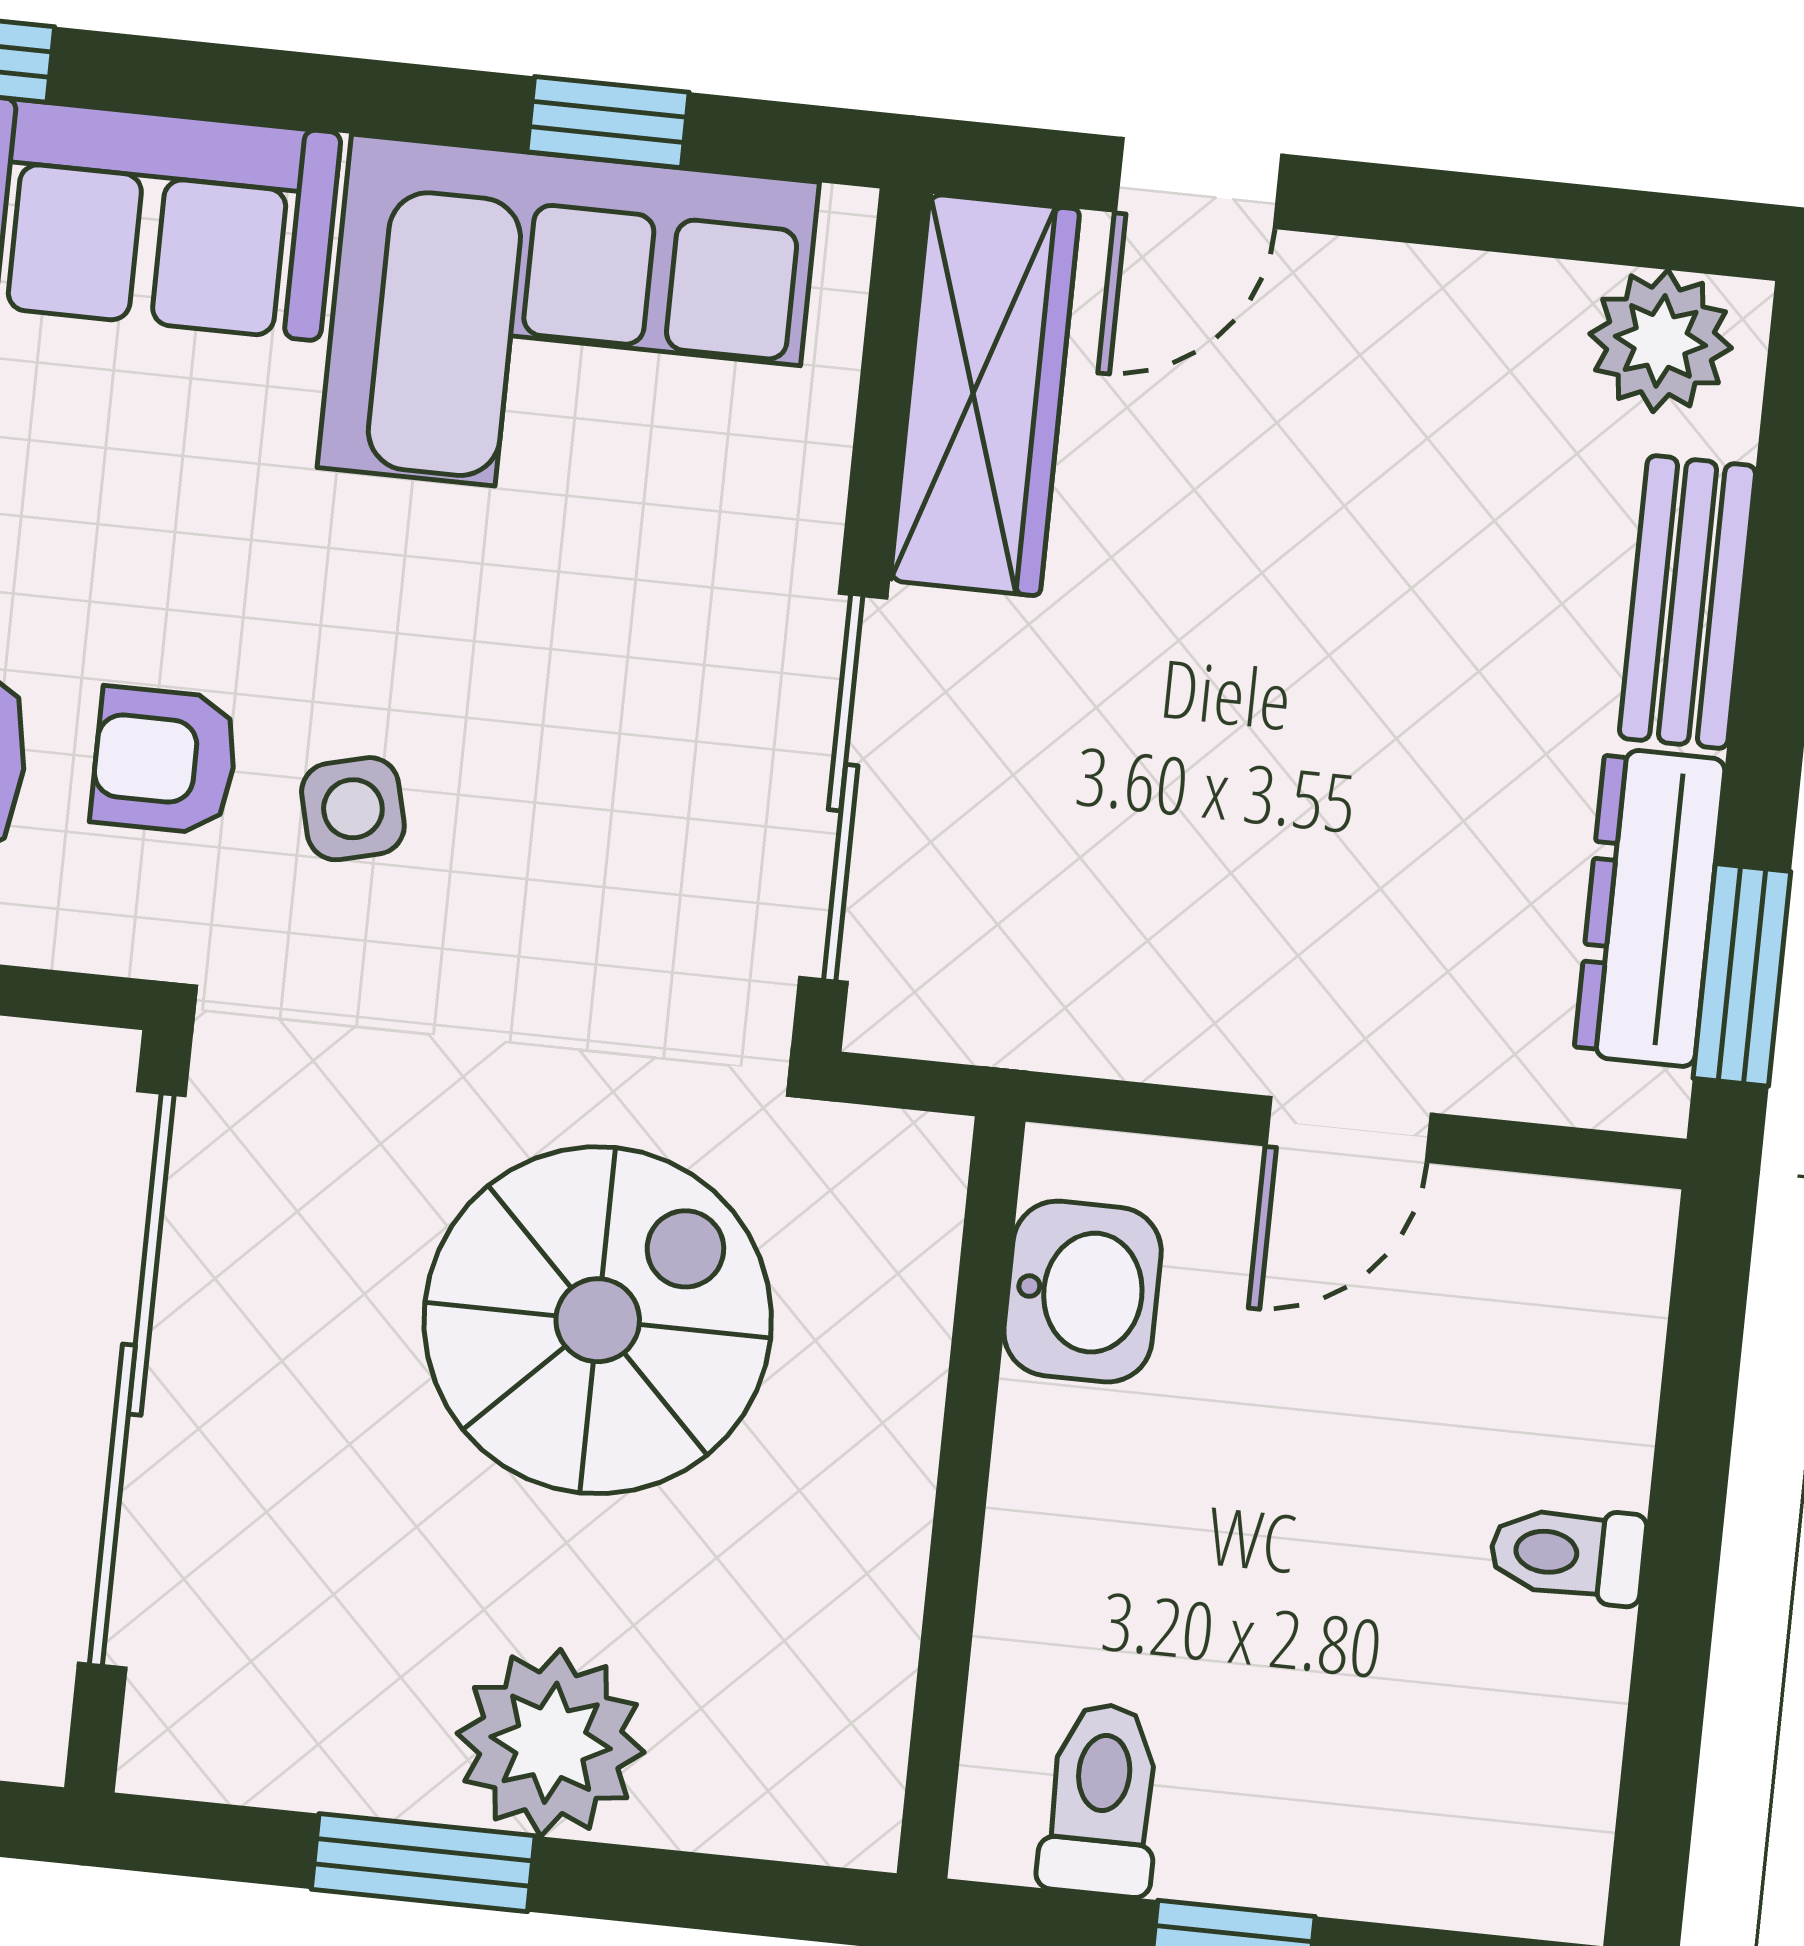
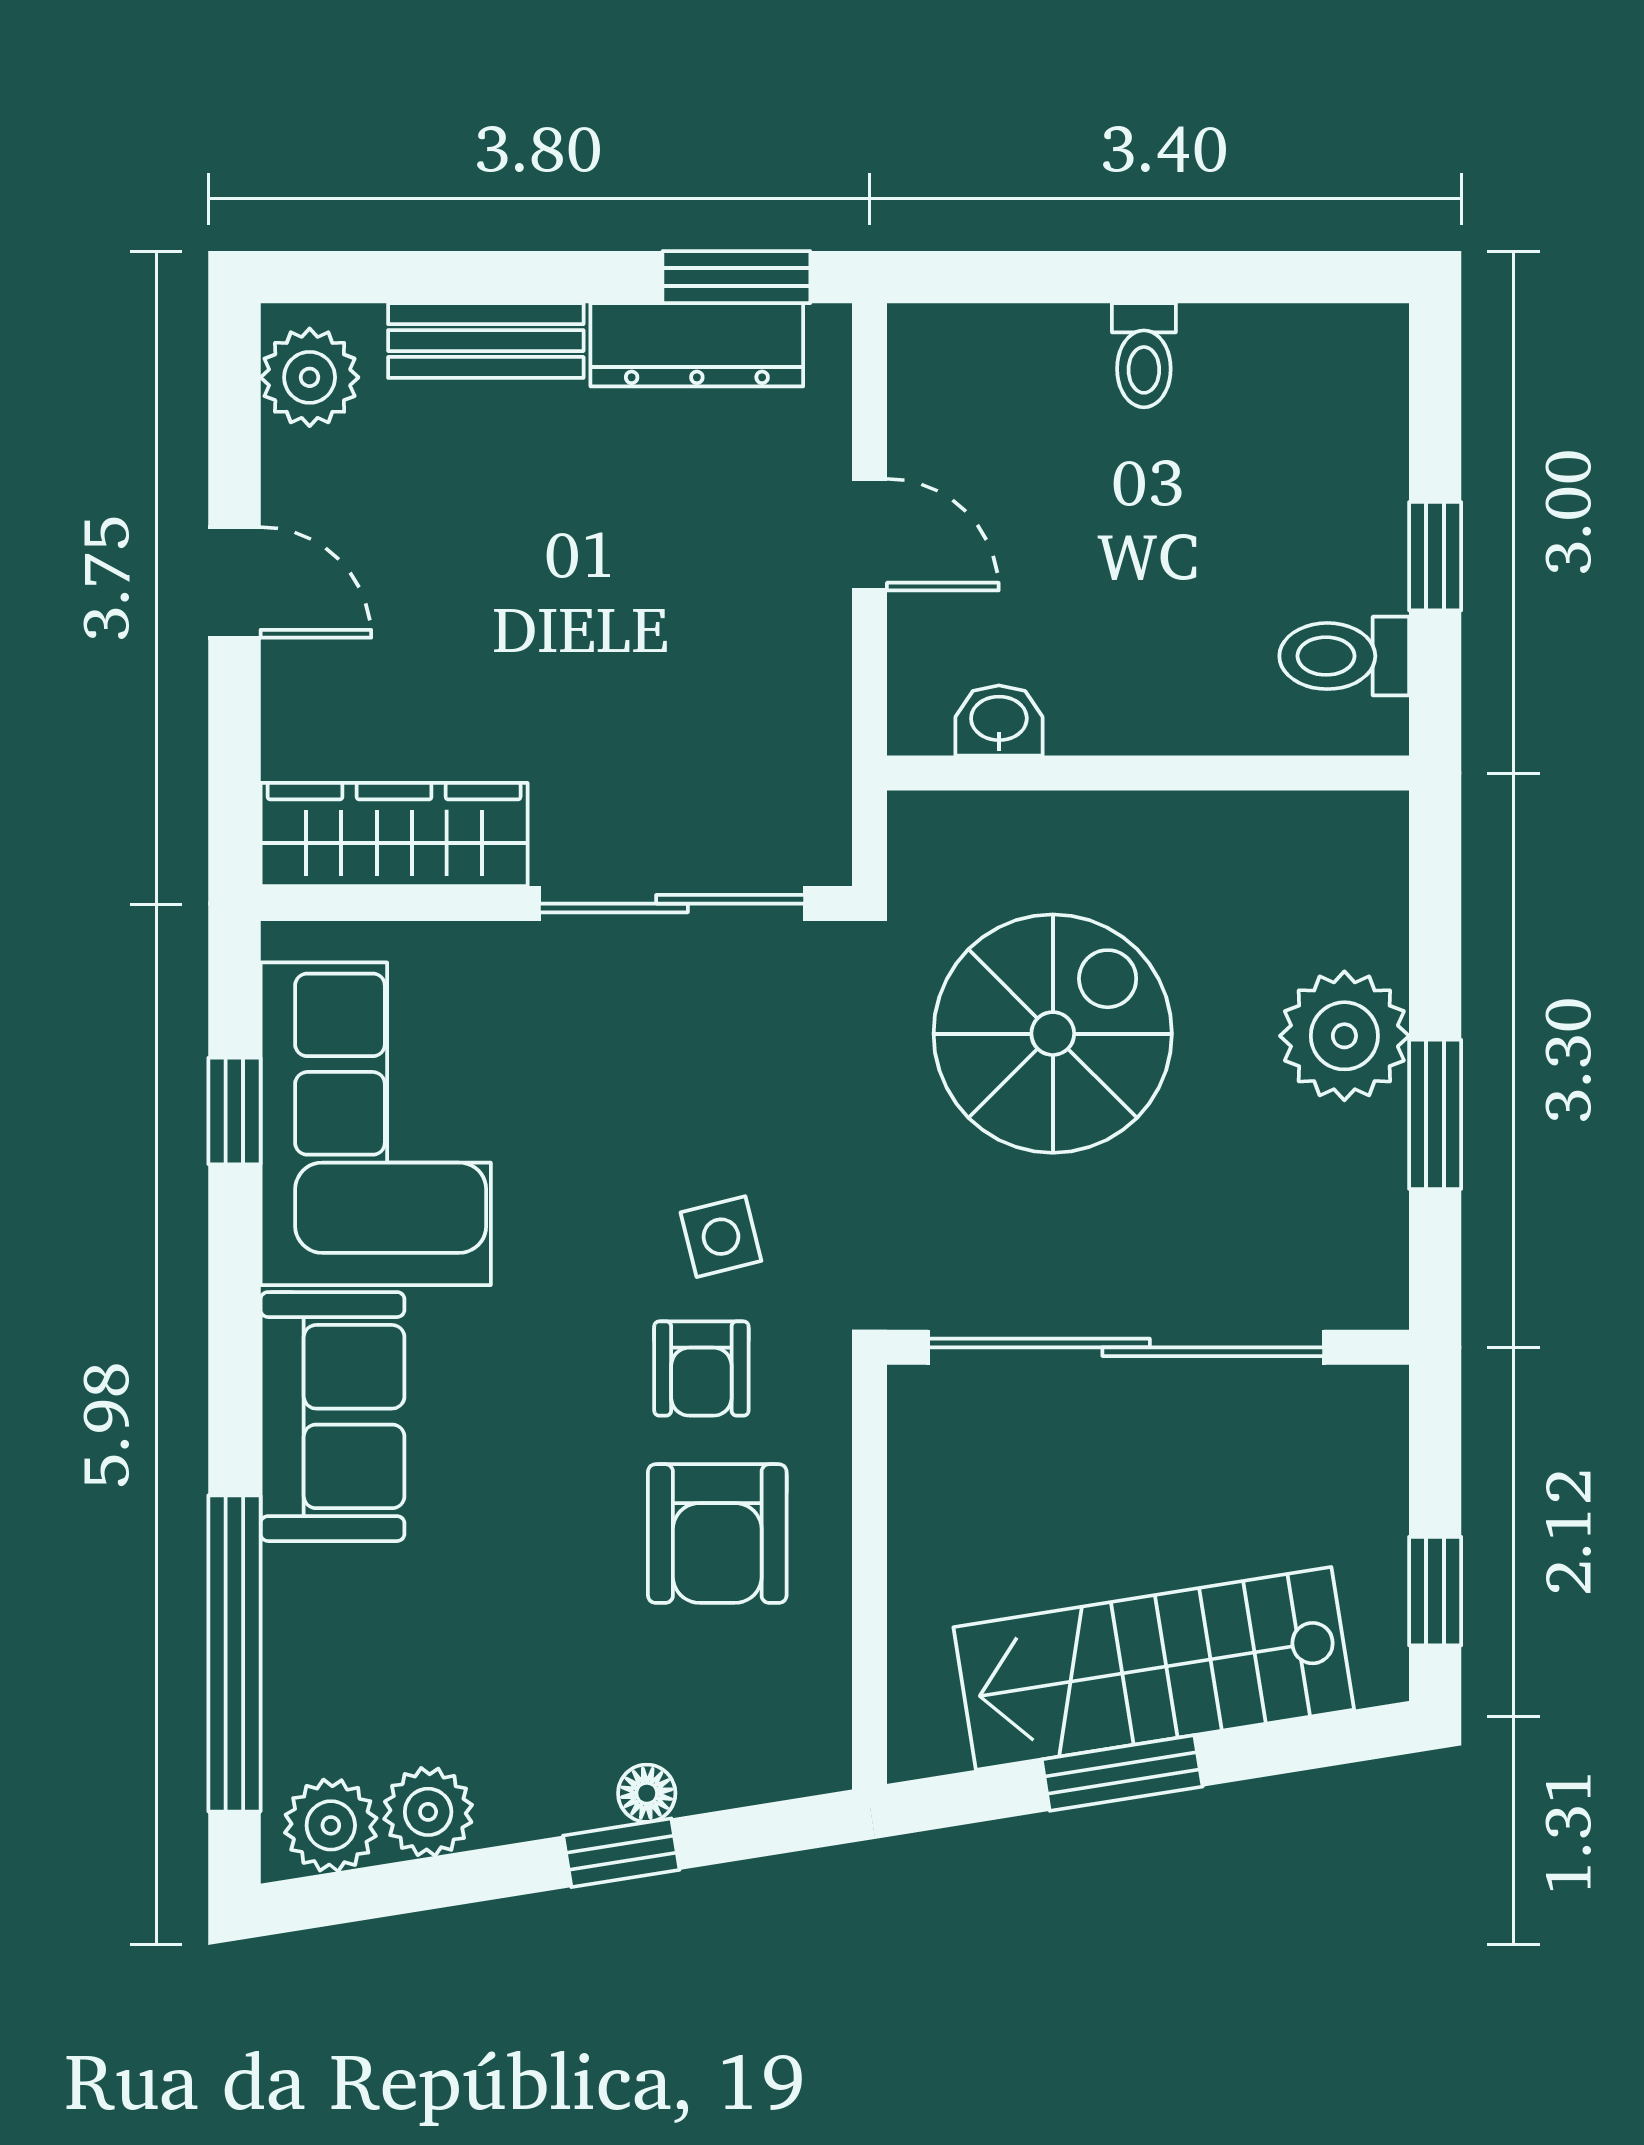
door: (1199, 183) -> (234, 582), moved
washbasin: (1083, 1292) -> (999, 720), width x0.72, depth x0.69
spiral stairs: (598, 1320) -> (1053, 1034), turned 90

